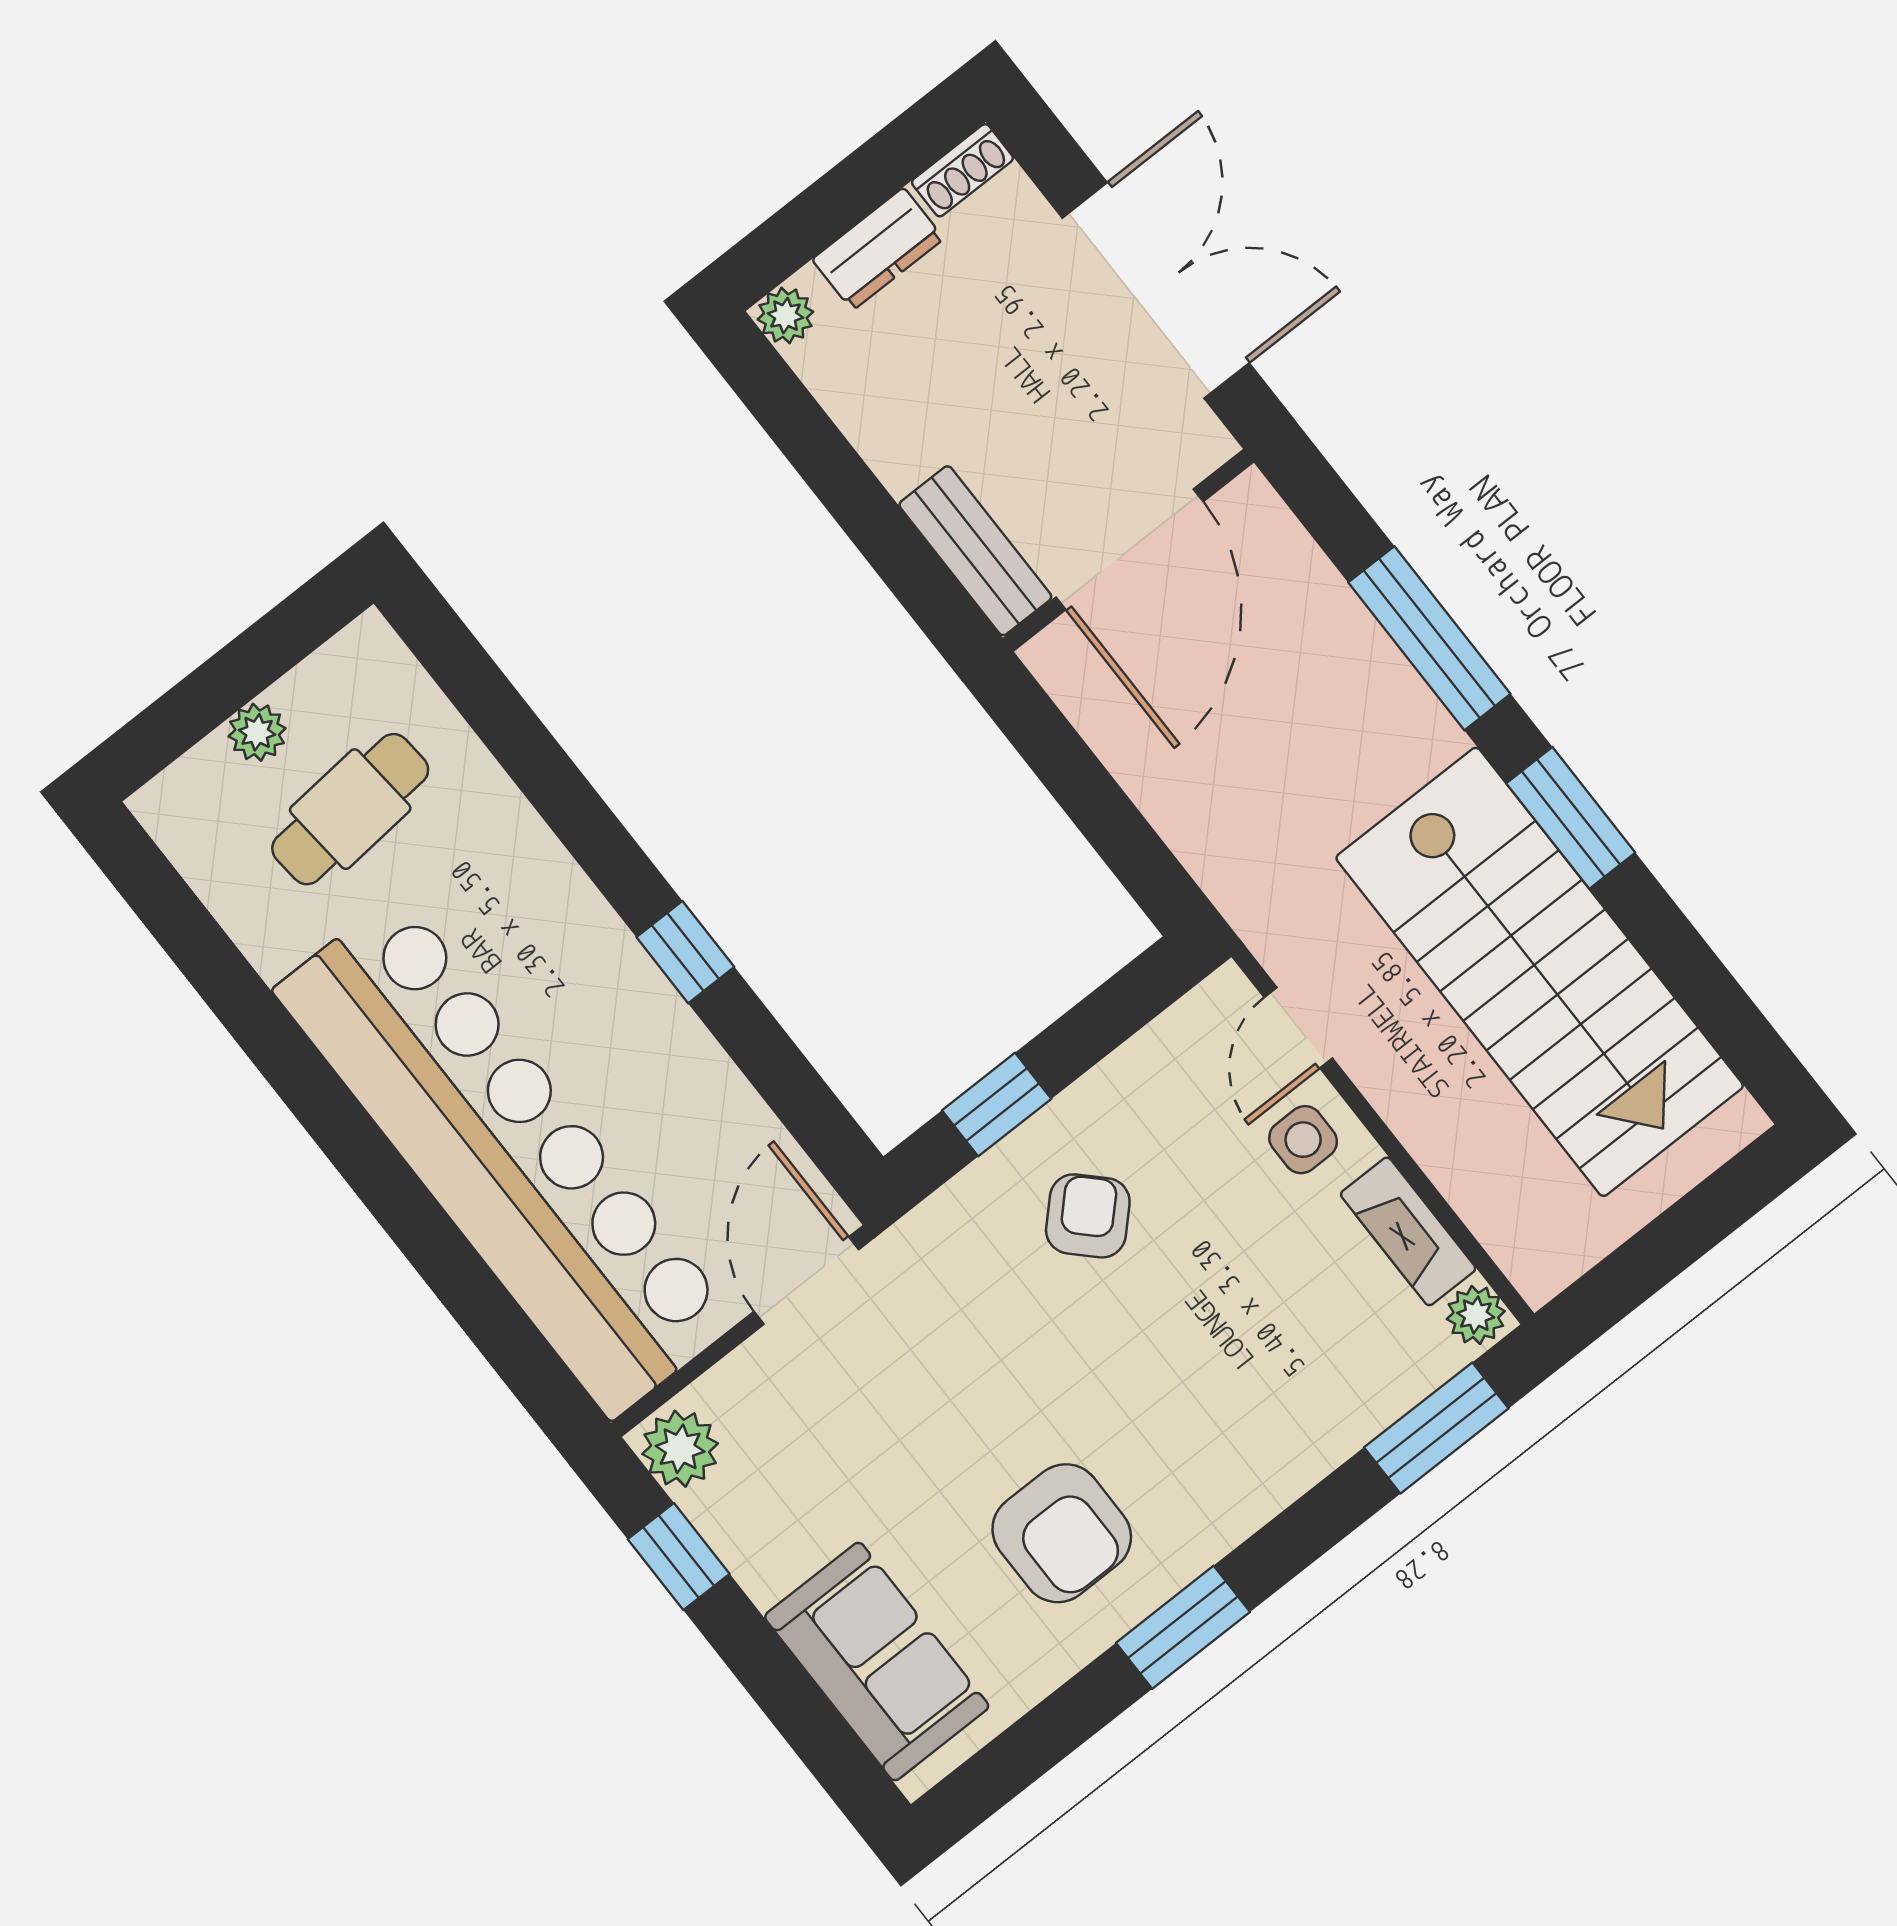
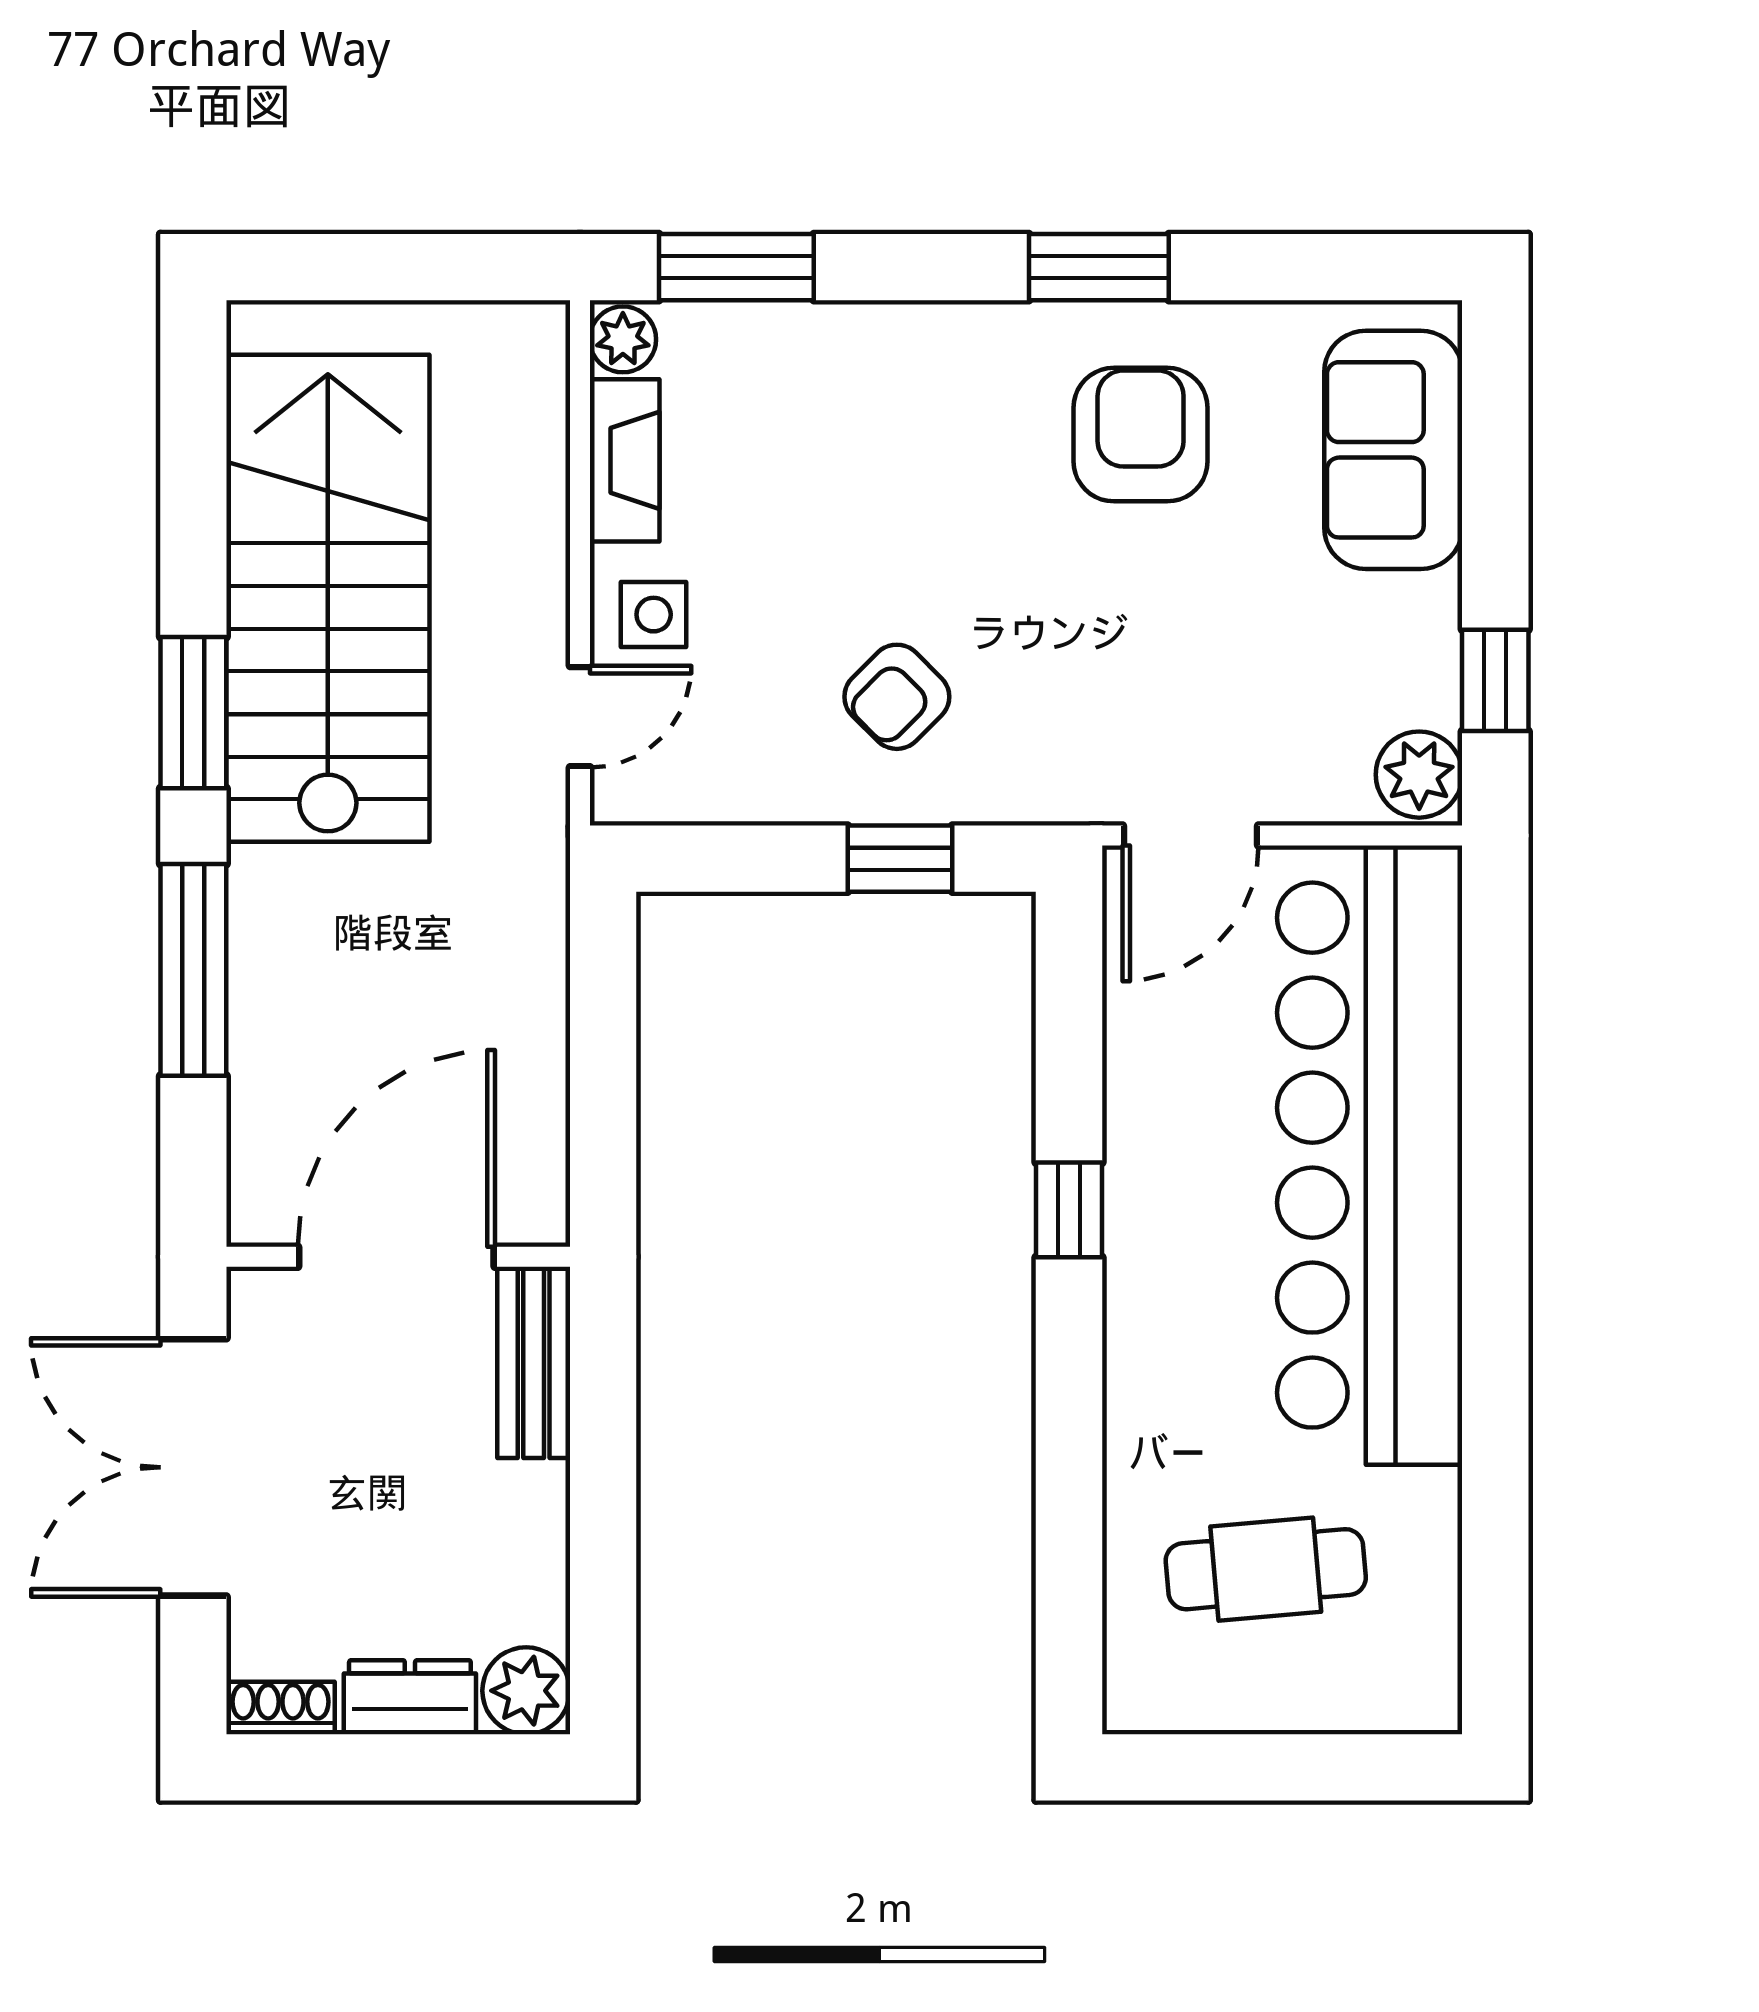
plant: (785, 316) -> (526, 1691), width x1.38, depth x1.38
plant: (257, 732) -> (1295, 1702), removed

